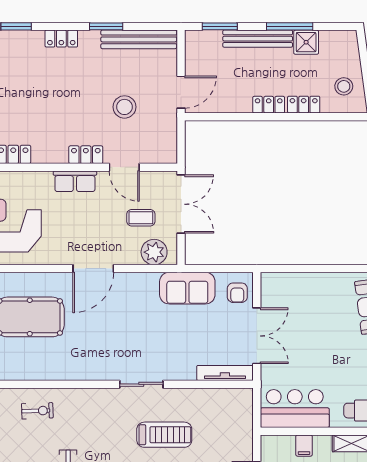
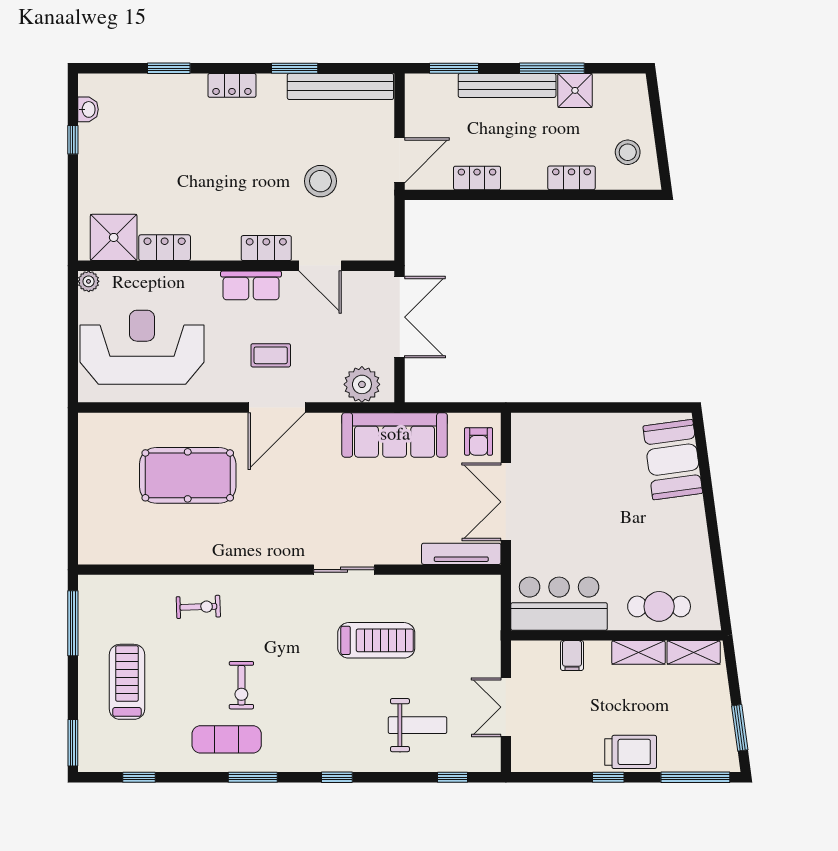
locker: (269, 105) -> (477, 178), moved
coffee table: (141, 218) -> (271, 355), moved
sofa: (187, 288) -> (395, 435), width x1.36
double door: (257, 336) -> (506, 502), swing flipped

